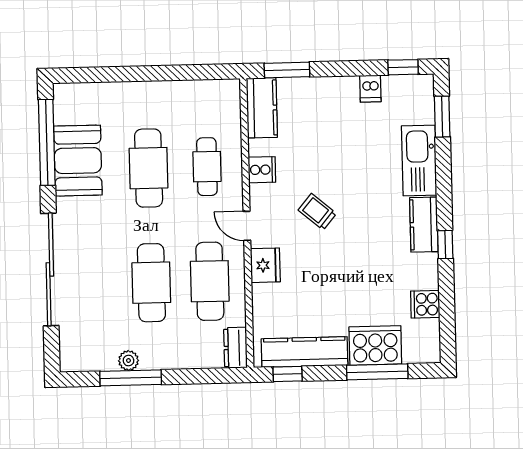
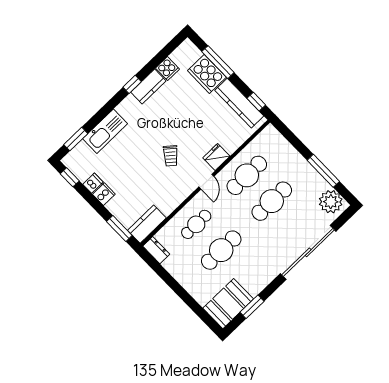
window: (47, 142) -> (252, 307), width x0.47
booth: (78, 161) -> (228, 304), moved
cooker: (262, 170) -> (104, 194), moved, turned 90
kitchen counter: (424, 225) -> (148, 87), moved
dresser: (235, 348) -> (156, 250), moved, turned -90
plant: (128, 361) -> (331, 202), moved, width x1.87, depth x1.87

